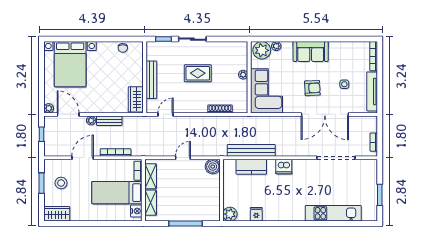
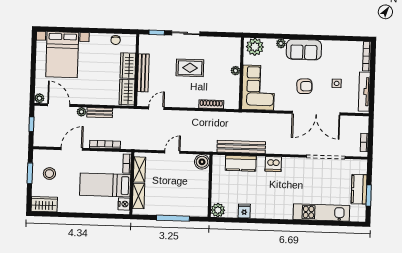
plant: (276, 46) -> (281, 43), moved
wardrobe: (136, 73) -> (128, 66), added
kitchen counter: (370, 189) -> (359, 189), added

